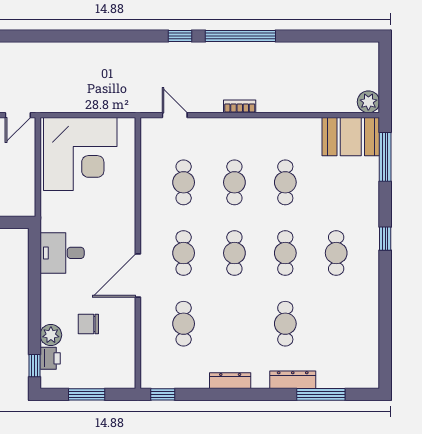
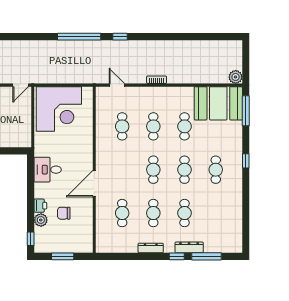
window: (240, 36) -> (79, 37), moved
booth: (351, 137) -> (218, 103), width x1.36, depth x1.42
cafe table: (184, 253) -> (153, 213), moved
printer: (50, 358) -> (40, 206), moved
window: (163, 394) -> (177, 256), moved

